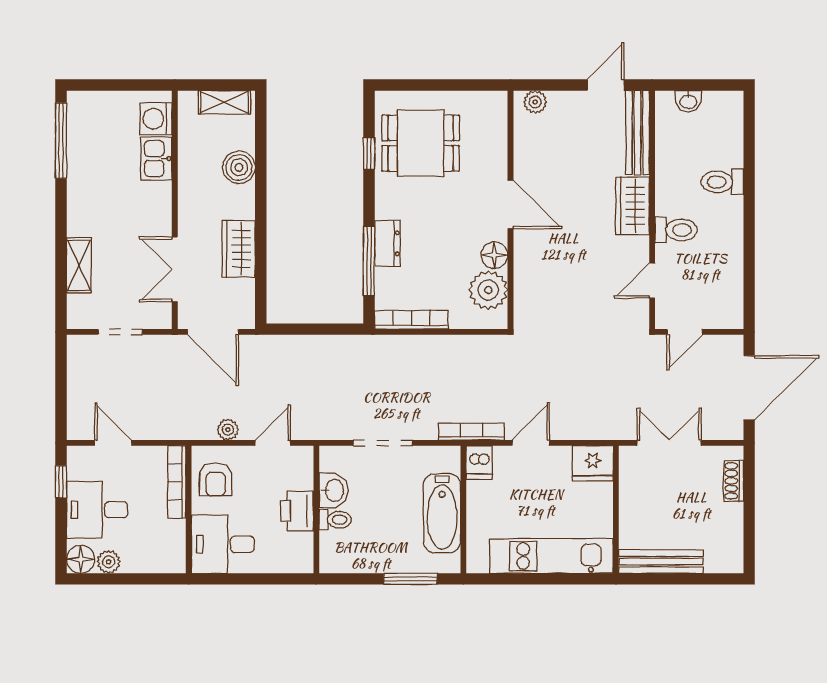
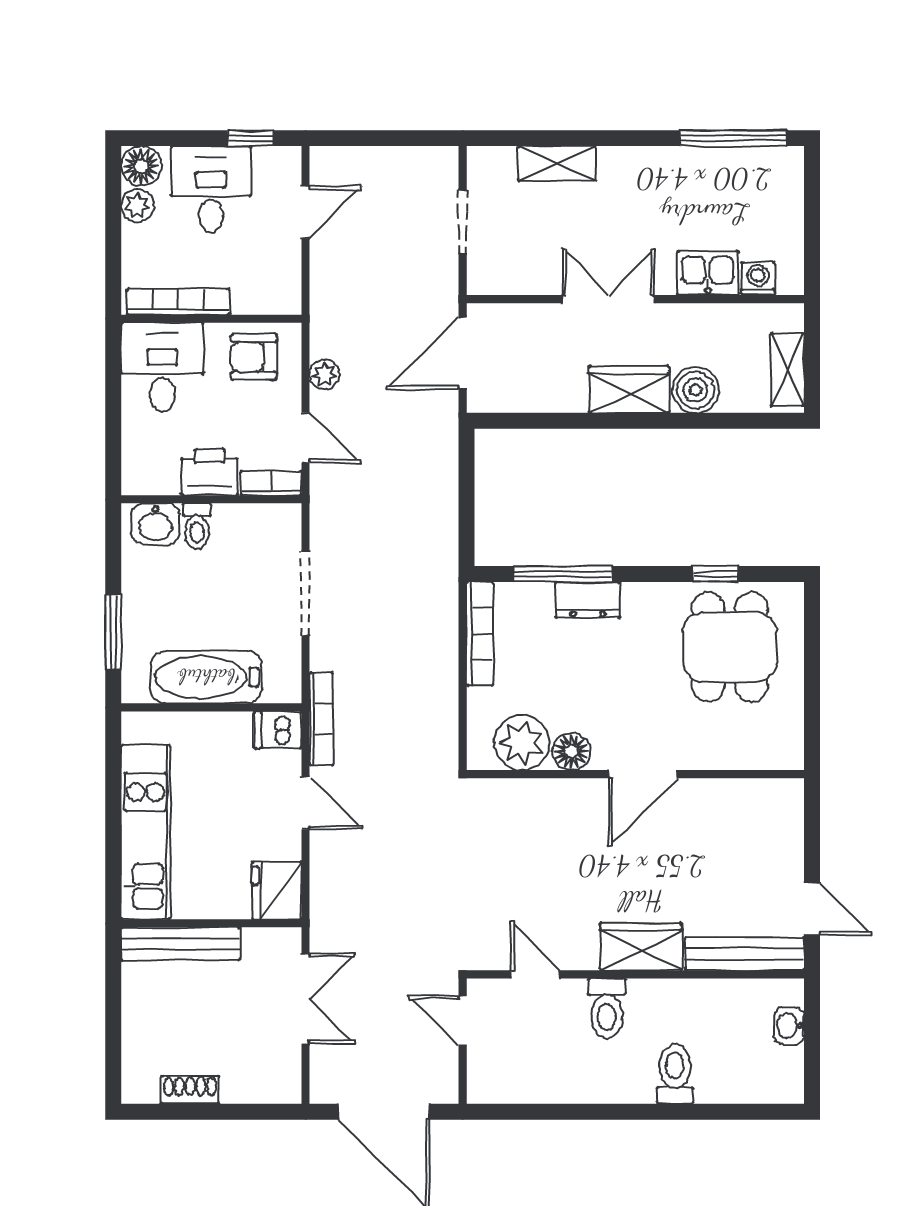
plant: (535, 102) -> (788, 809), removed
washing machine: (156, 119) -> (758, 279), width x0.73, depth x0.73
wardrobe: (239, 249) -> (629, 390), moved
double door: (175, 269) -> (609, 299), moved
bookcase: (305, 467) -> (271, 483), added
shoe rack: (734, 481) -> (190, 1090), moved
bookcase: (177, 482) -> (178, 302), moved
washbasin: (334, 490) -> (156, 524), moved
bench: (661, 562) -> (181, 944), moved, turned 90

